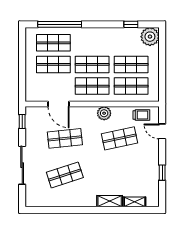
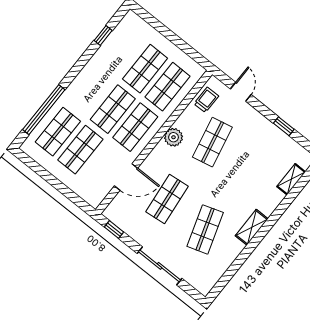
plant: (150, 37) -> (132, 26), removed
door: (162, 131) -> (241, 92), swing flipped
shelving: (110, 201) -> (252, 227), moved

